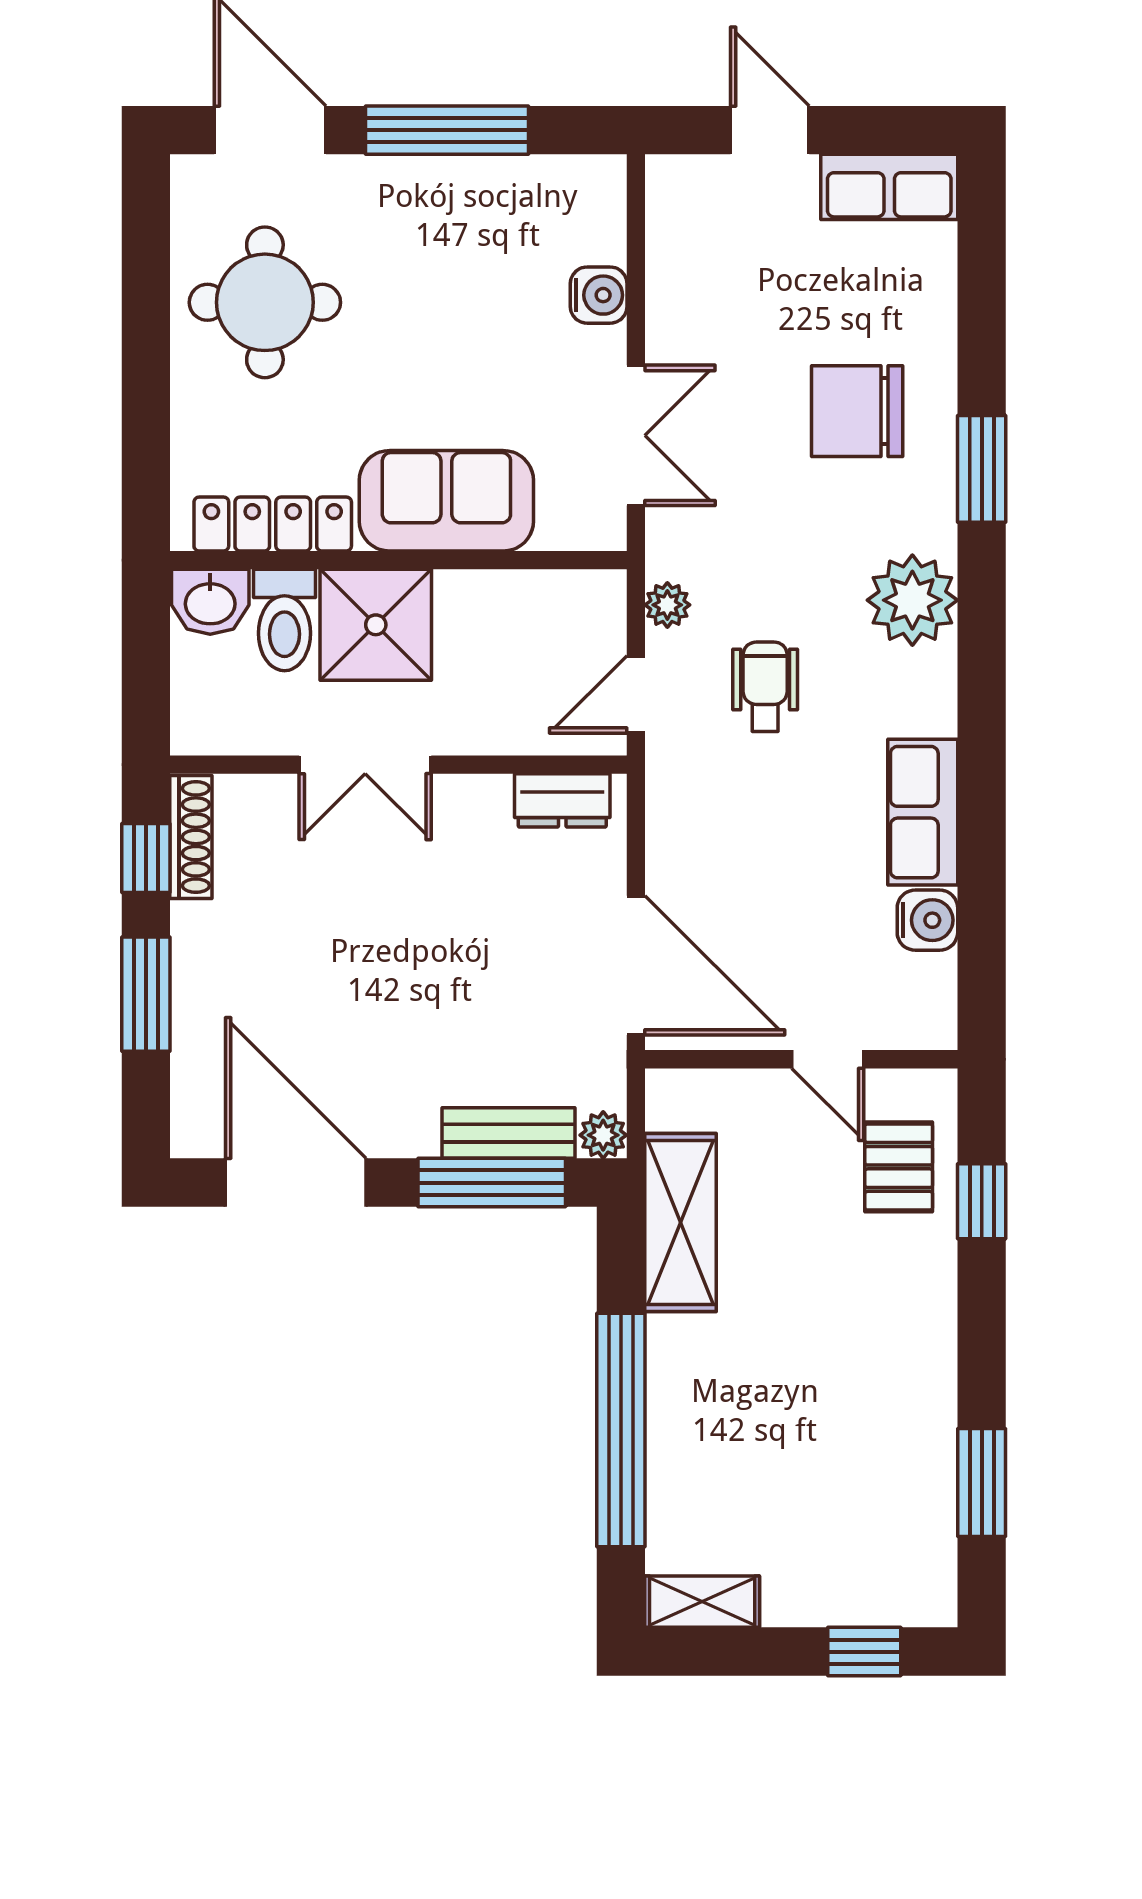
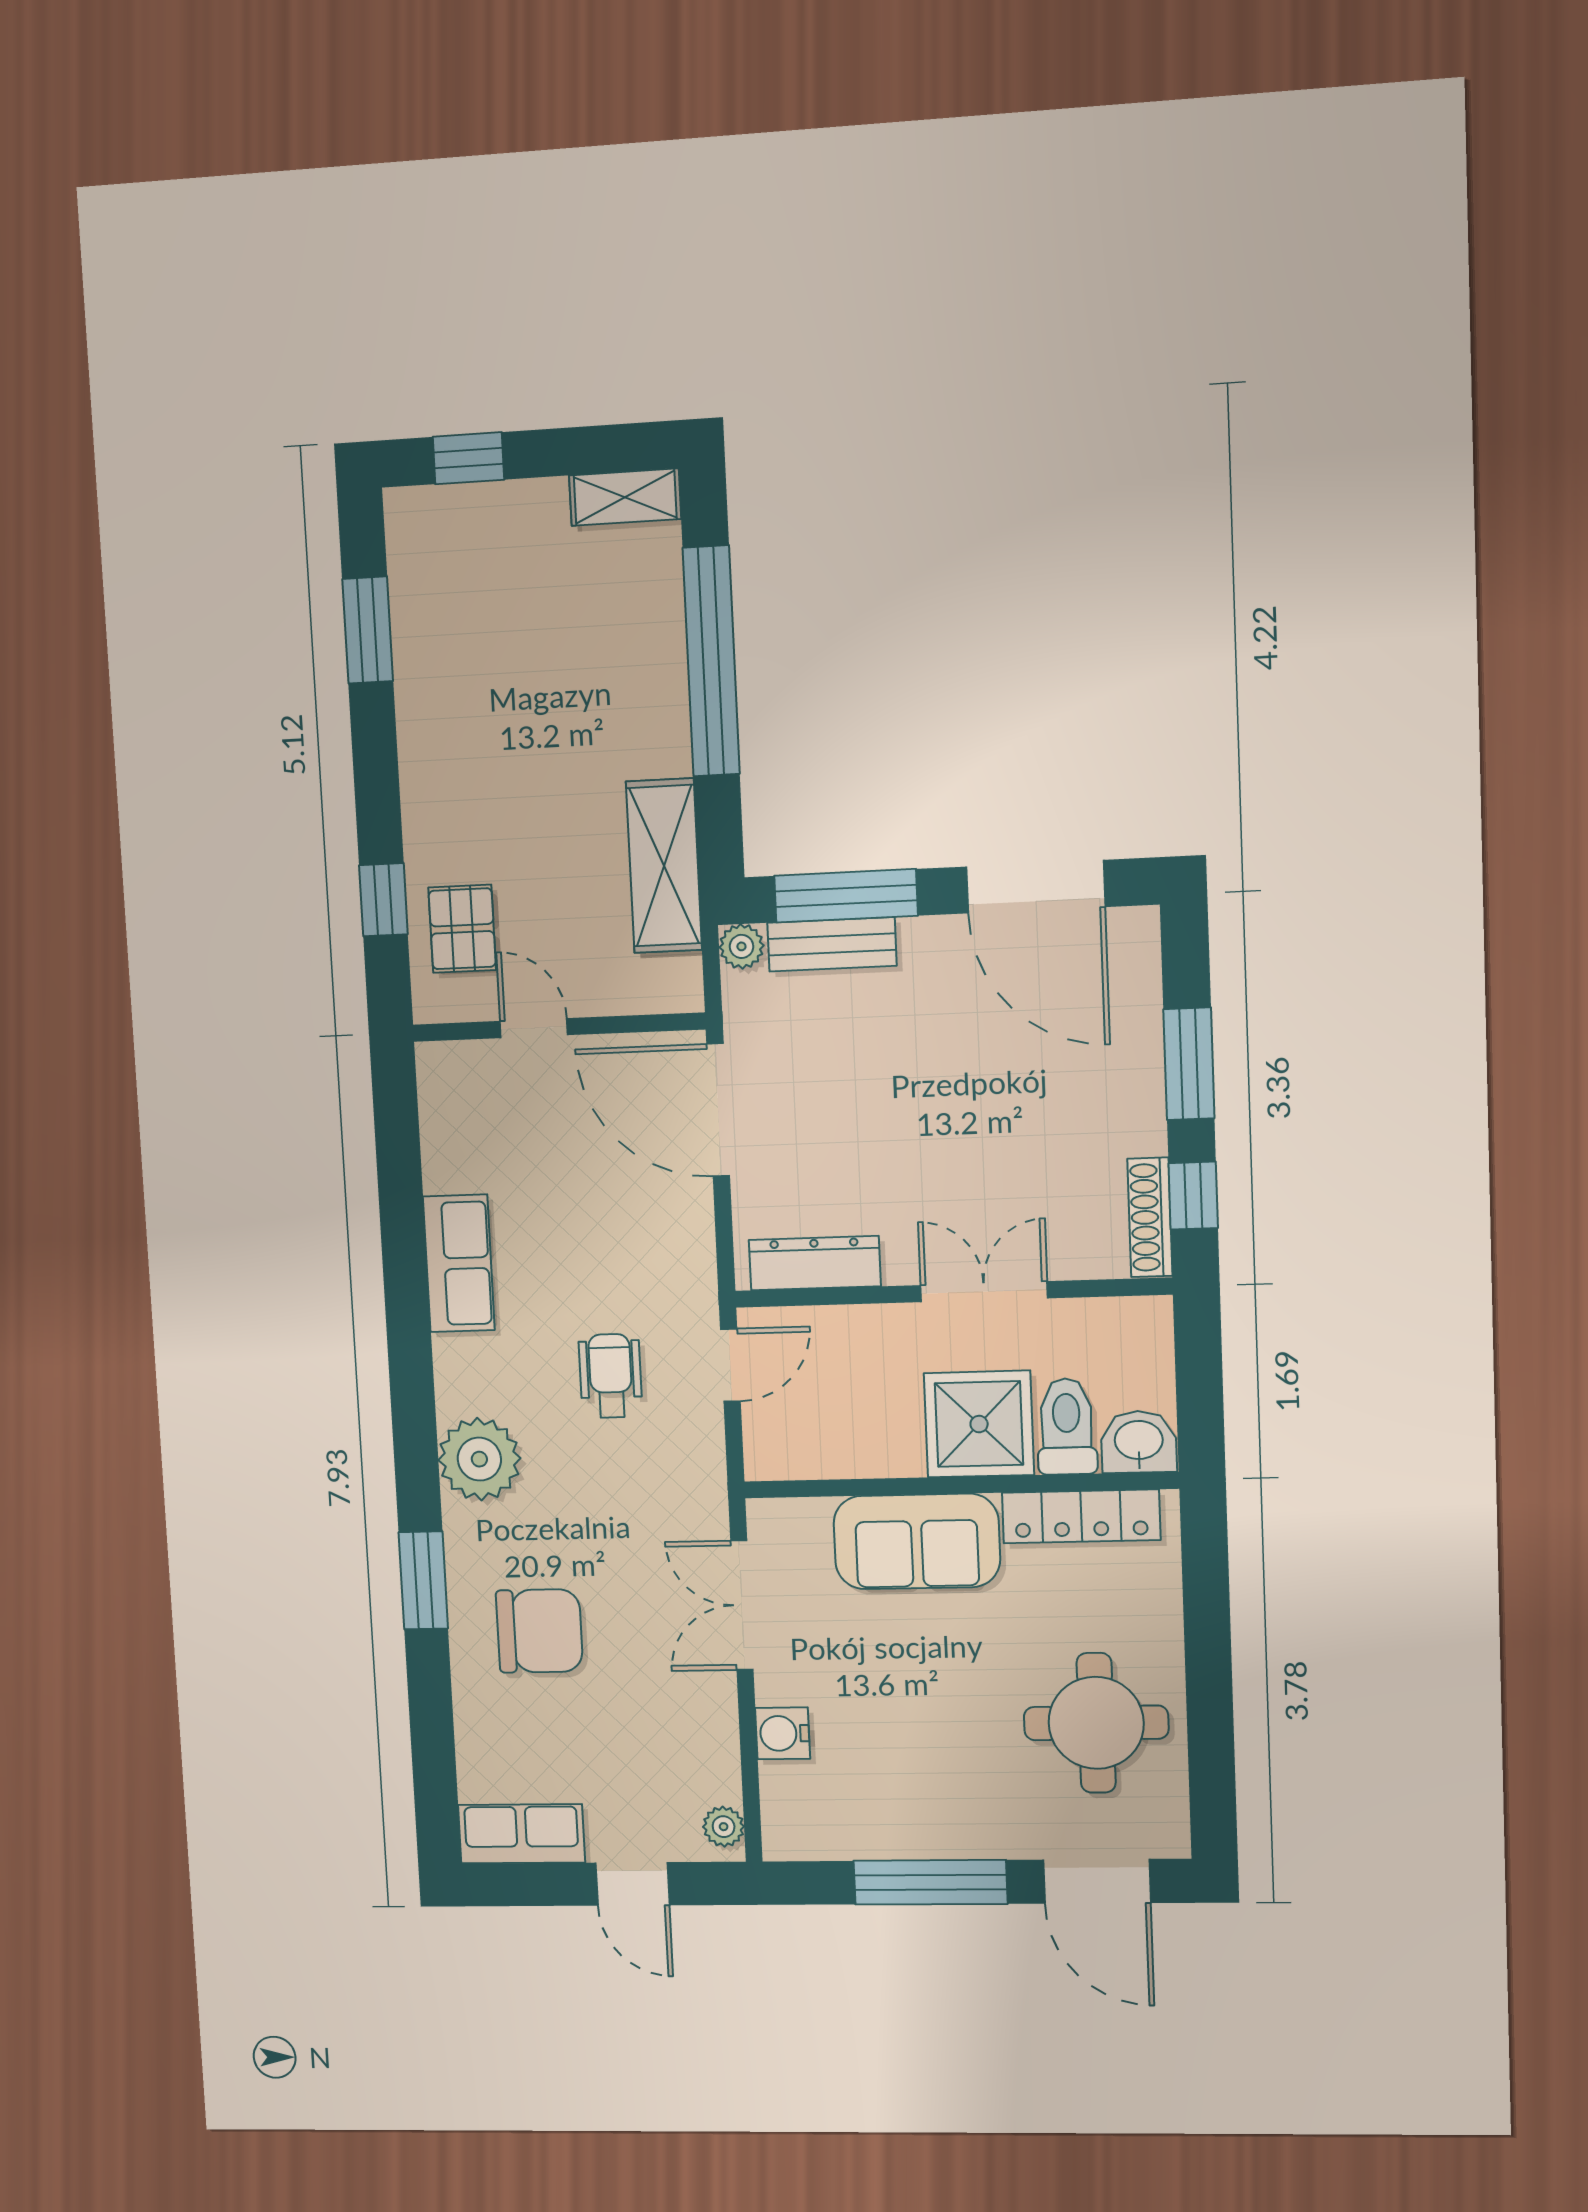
plant: (667, 605) -> (724, 1827), moved
wheelchair: (765, 687) -> (610, 1376), turned 180
dresser: (562, 800) -> (815, 1263), width x1.44
water cooler: (927, 920) -> (449, 1163), removed

